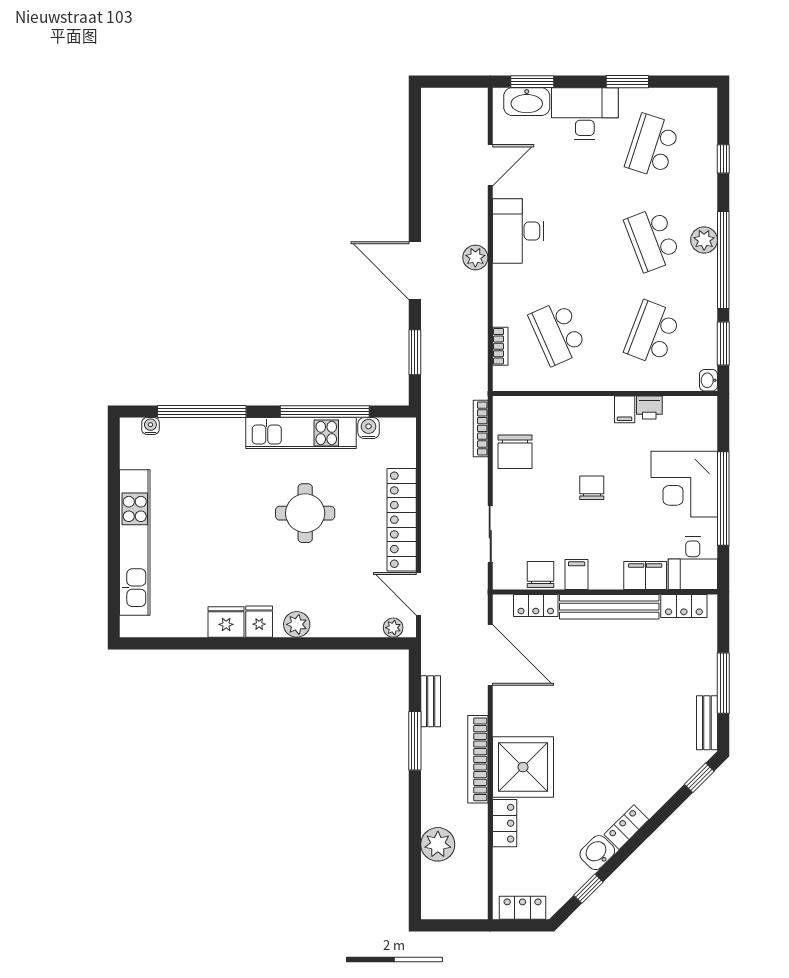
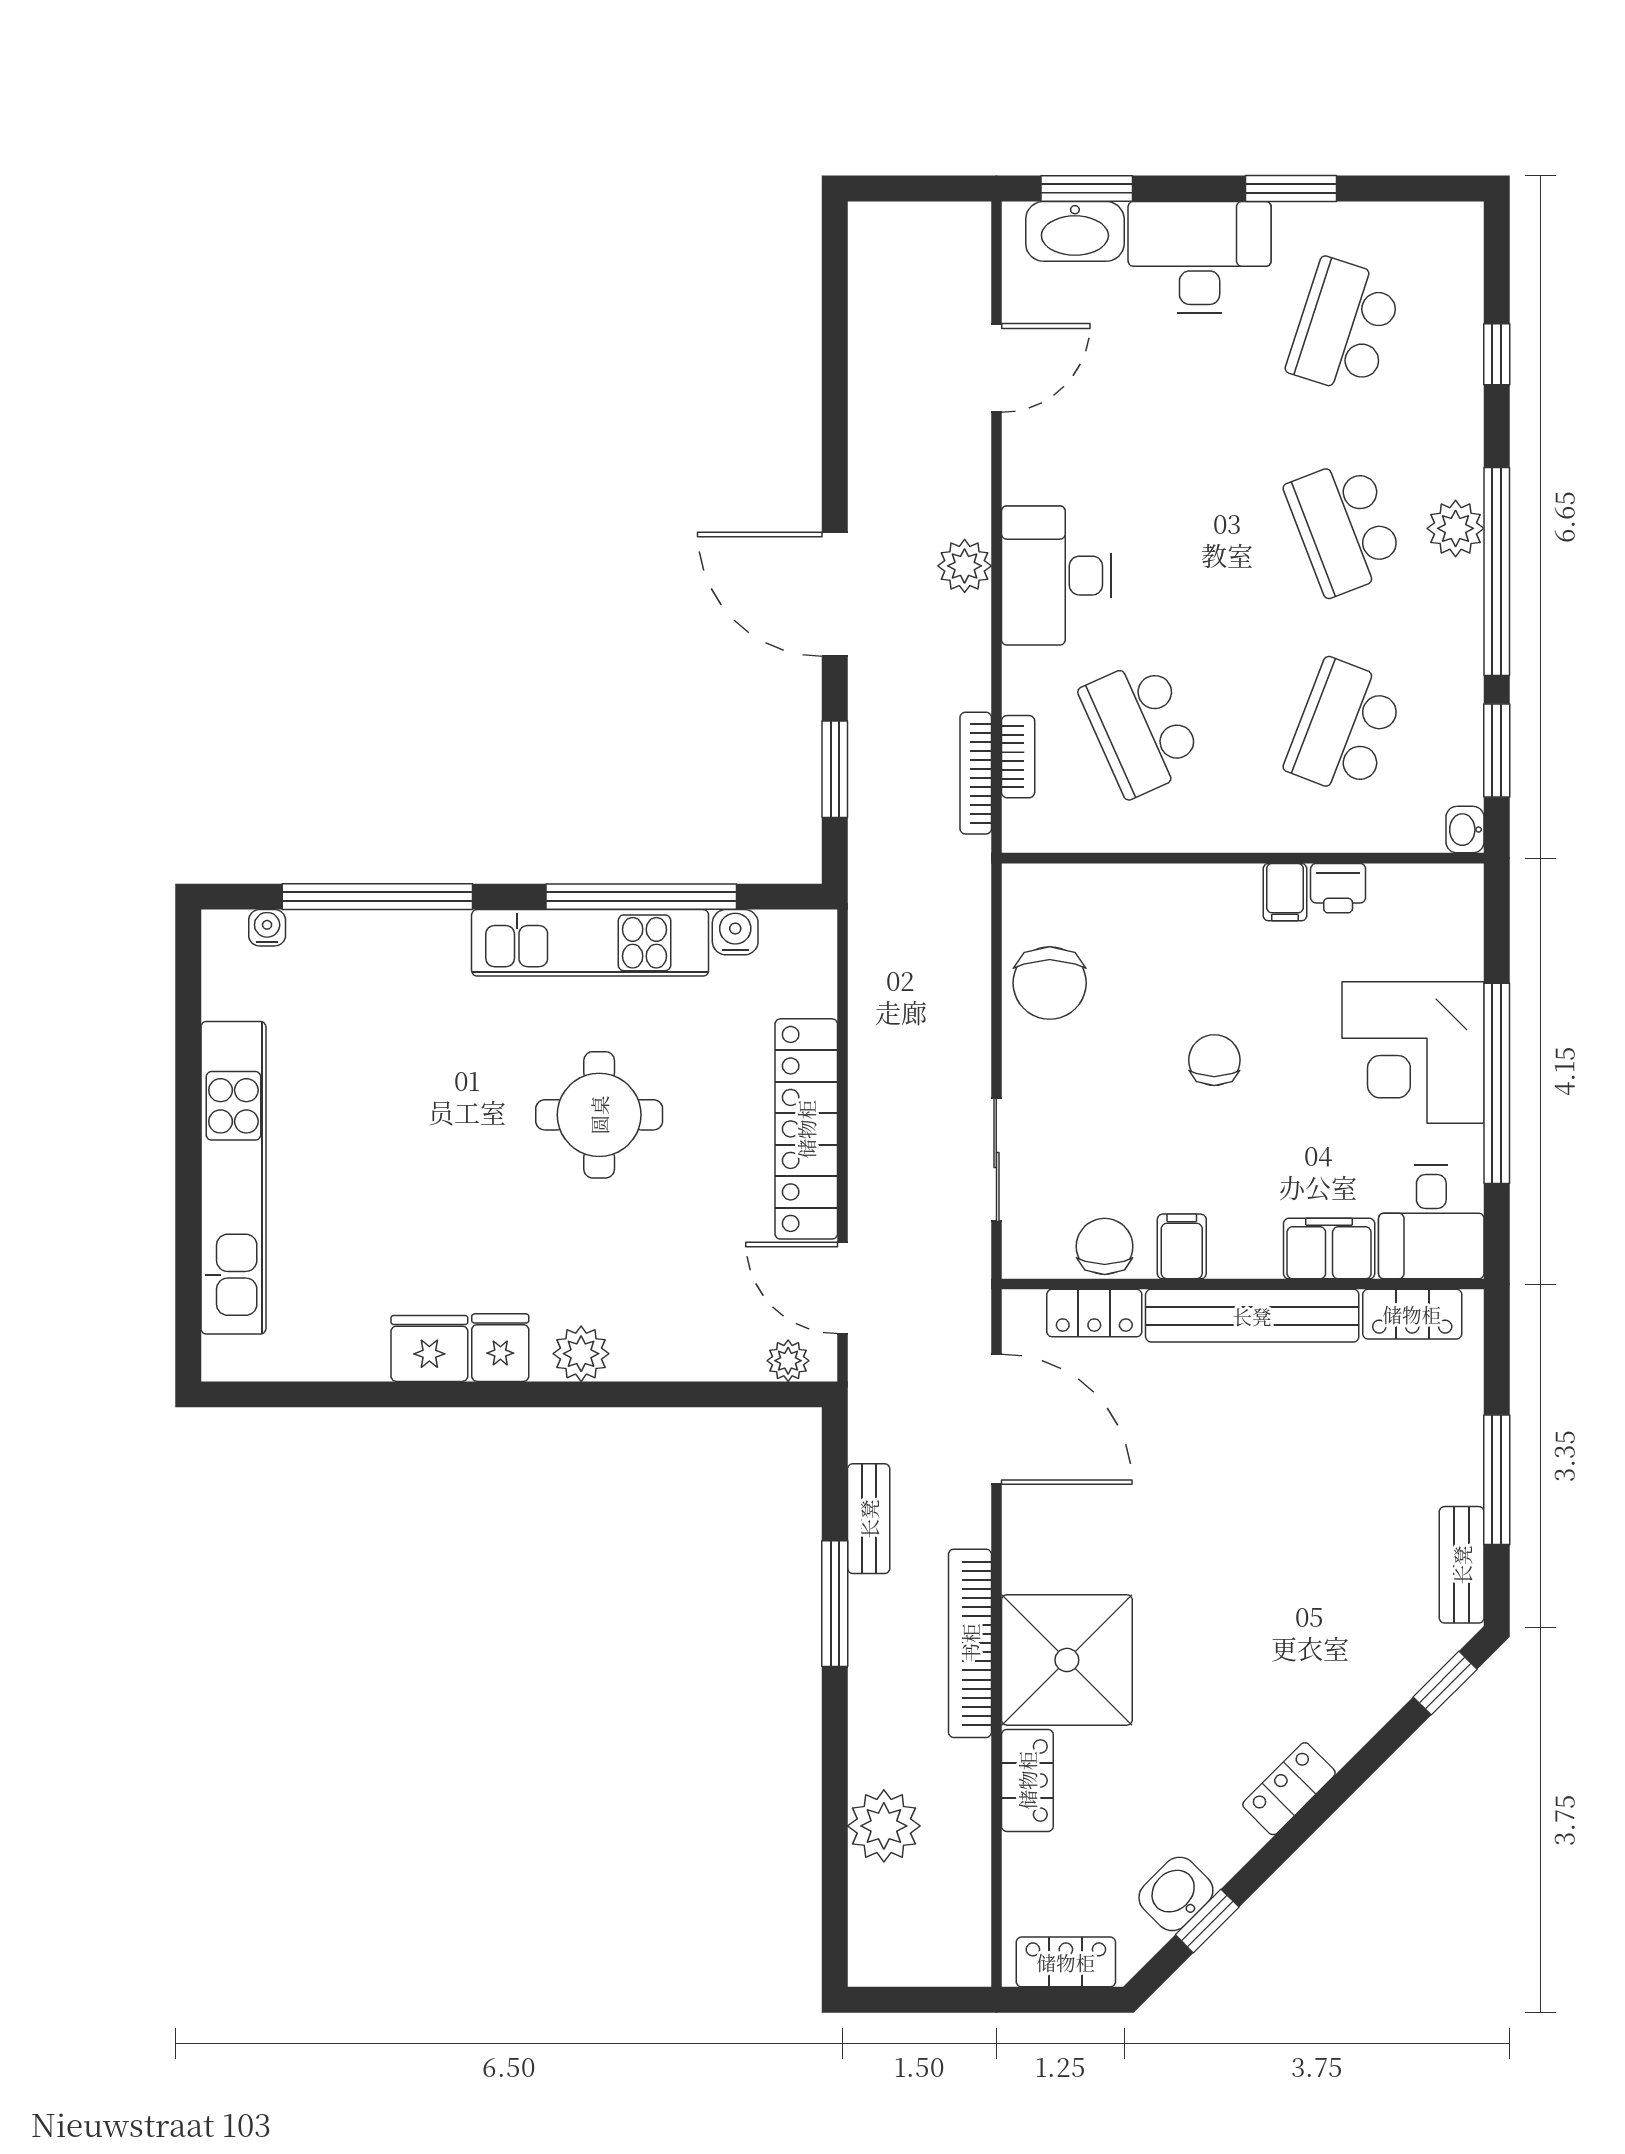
desk: (518, 231) -> (1056, 576), moved
bookcase: (481, 428) -> (976, 773), moved
washbasin: (597, 853) -> (1176, 1894), moved

